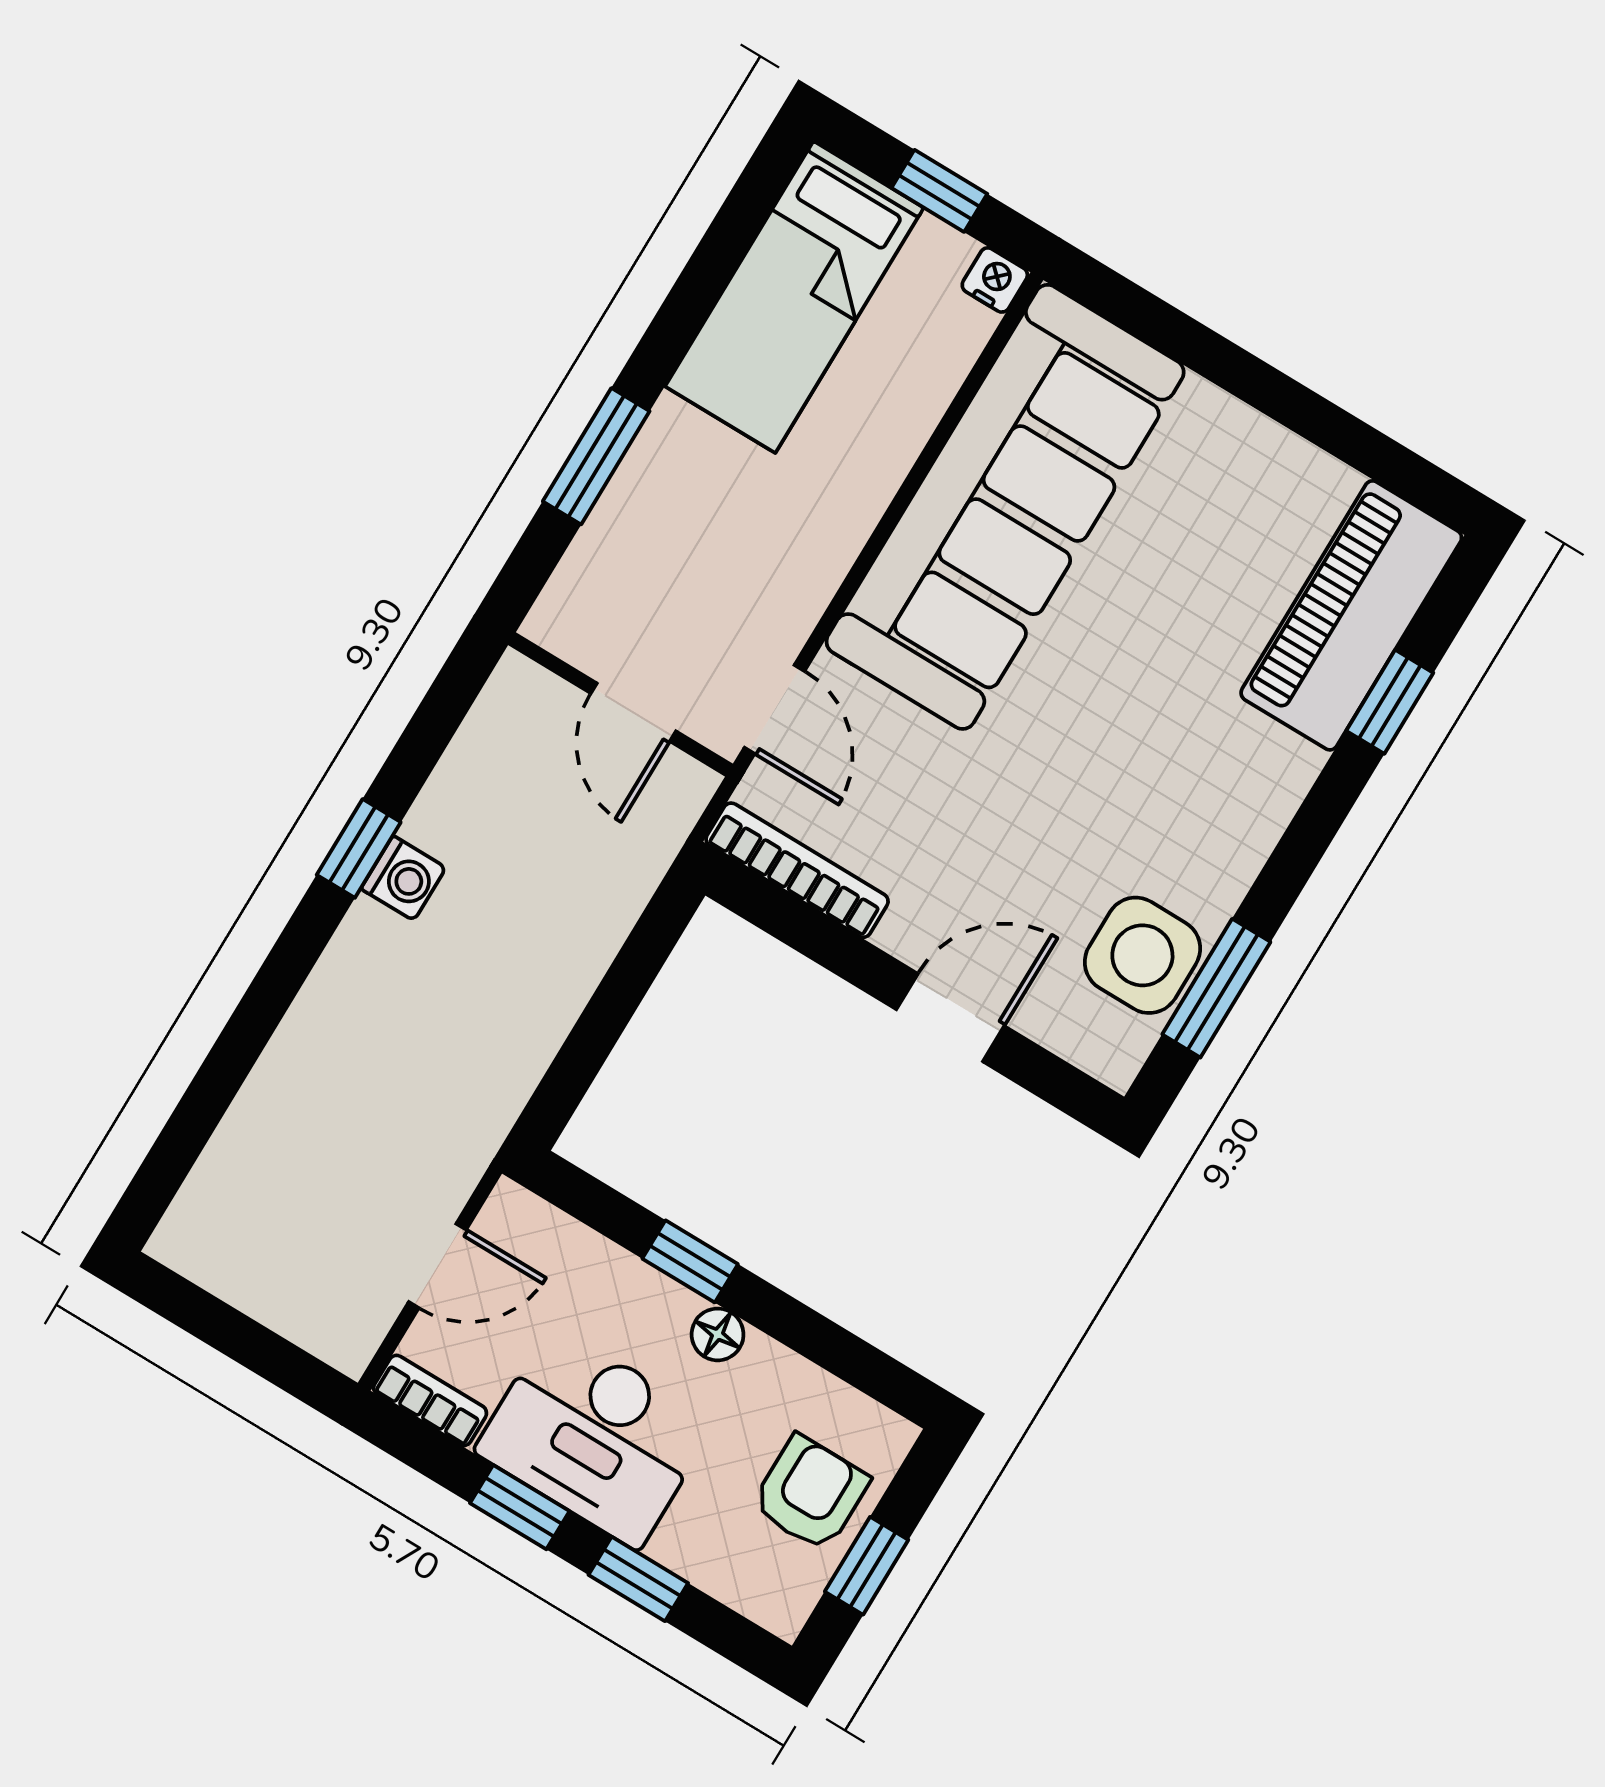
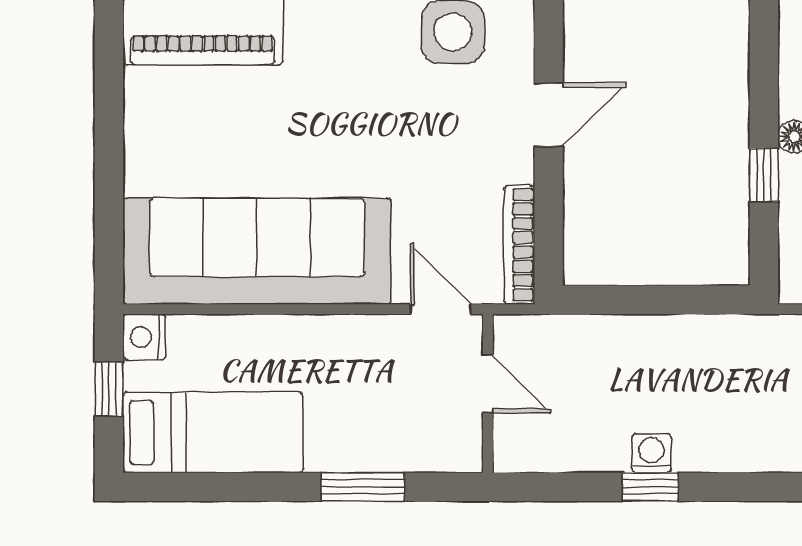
nightstand: (995, 280) -> (144, 337), width x1.39, depth x1.35
door: (774, 709) -> (440, 309), hinge flipped
door: (633, 712) -> (488, 384), hinge flipped
door: (950, 1018) -> (549, 115), swing flipped

